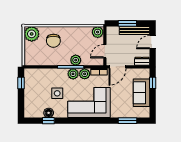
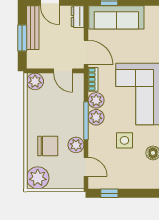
plant: (76, 60) -> (76, 145), moved
door: (39, 67) -> (86, 167), added
sofa: (141, 93) -> (116, 17), width x1.36

